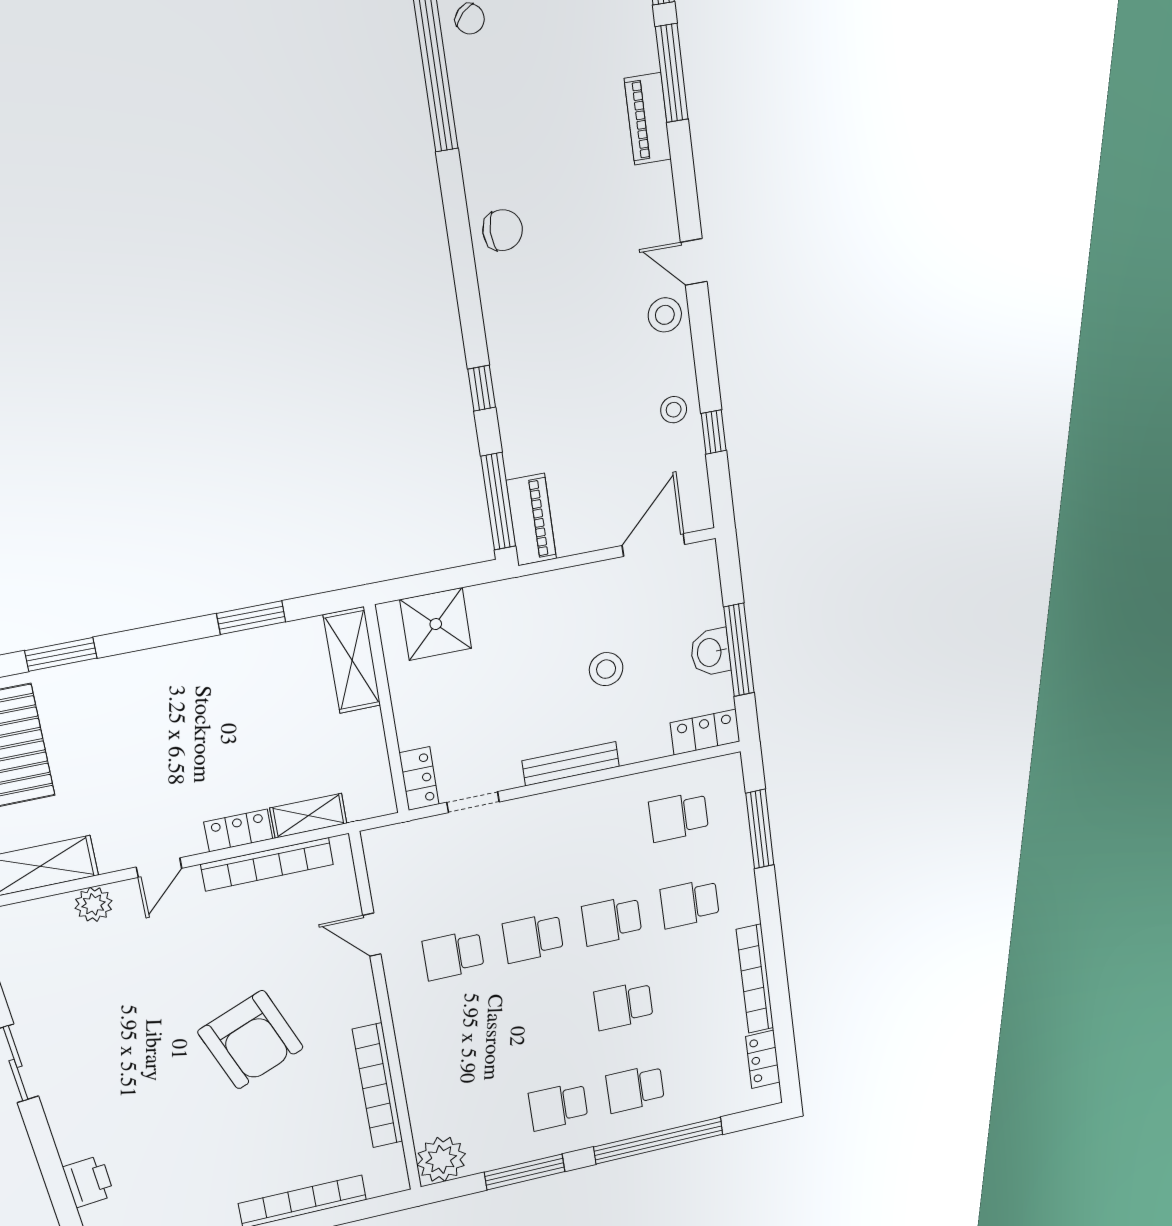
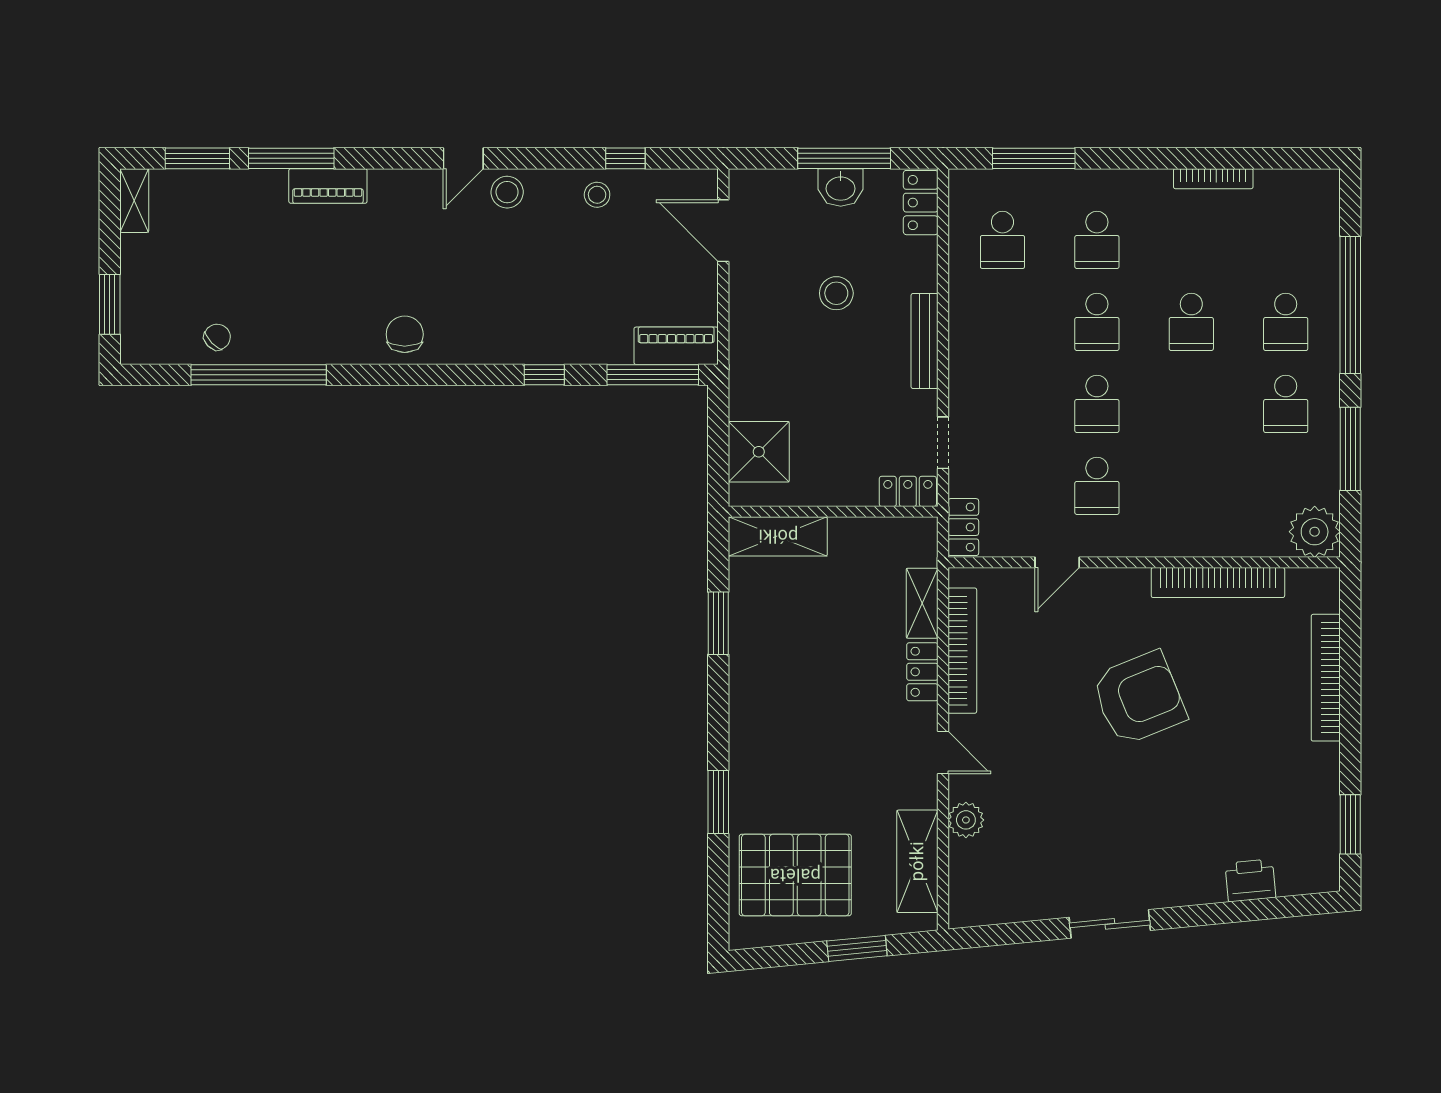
bookcase: (755, 979) -> (1213, 179), width x0.68, depth x0.76
locker: (763, 1059) -> (963, 527), moved, turned -90

